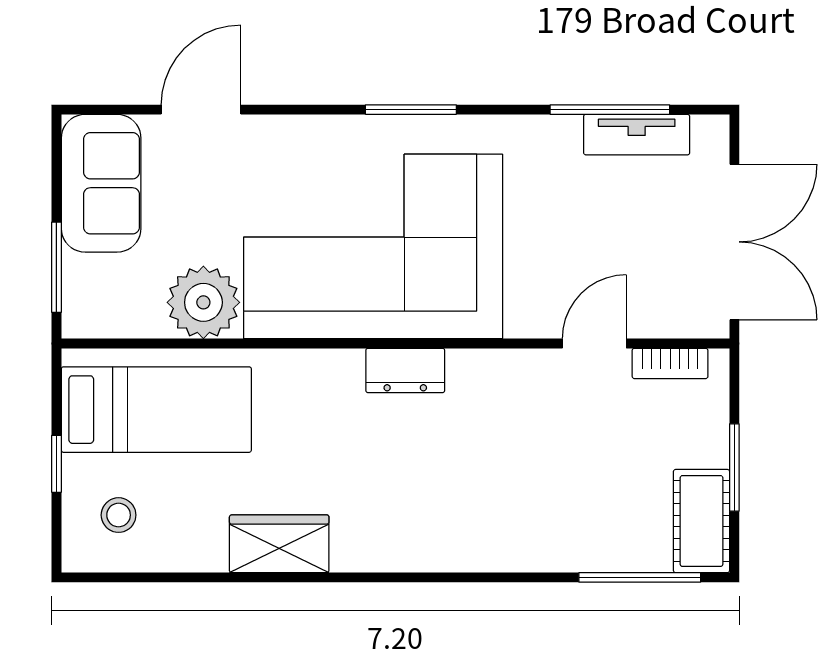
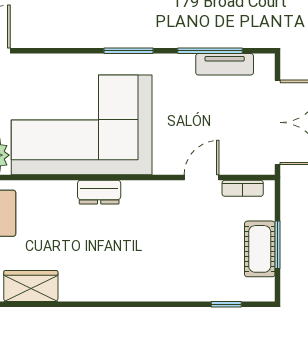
window: (411, 110) -> (128, 51), moved
cot: (702, 521) -> (260, 249), moved
window: (640, 577) -> (226, 304), width x0.46

